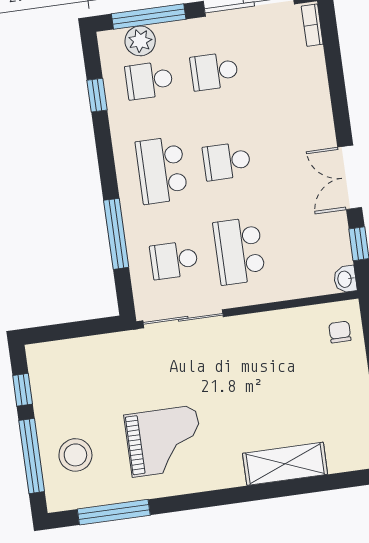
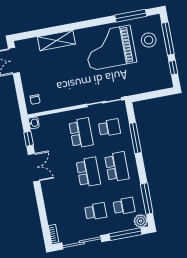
plant: (140, 41) -> (141, 221), moved
window: (97, 95) -> (147, 199), width x2.17
school desk: (227, 161) -> (88, 172), width x1.85
grand piano: (164, 441) -> (110, 48), width x1.37, depth x1.48

